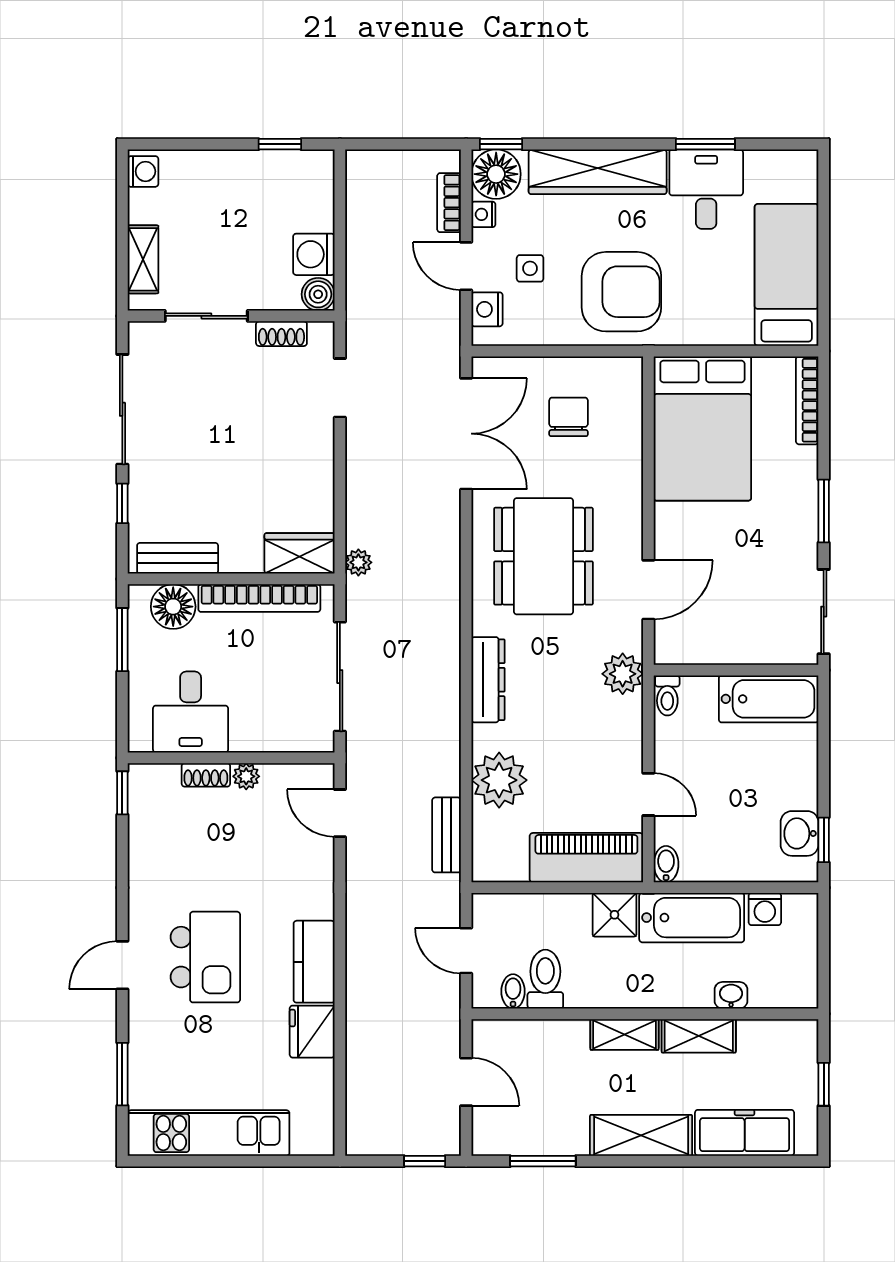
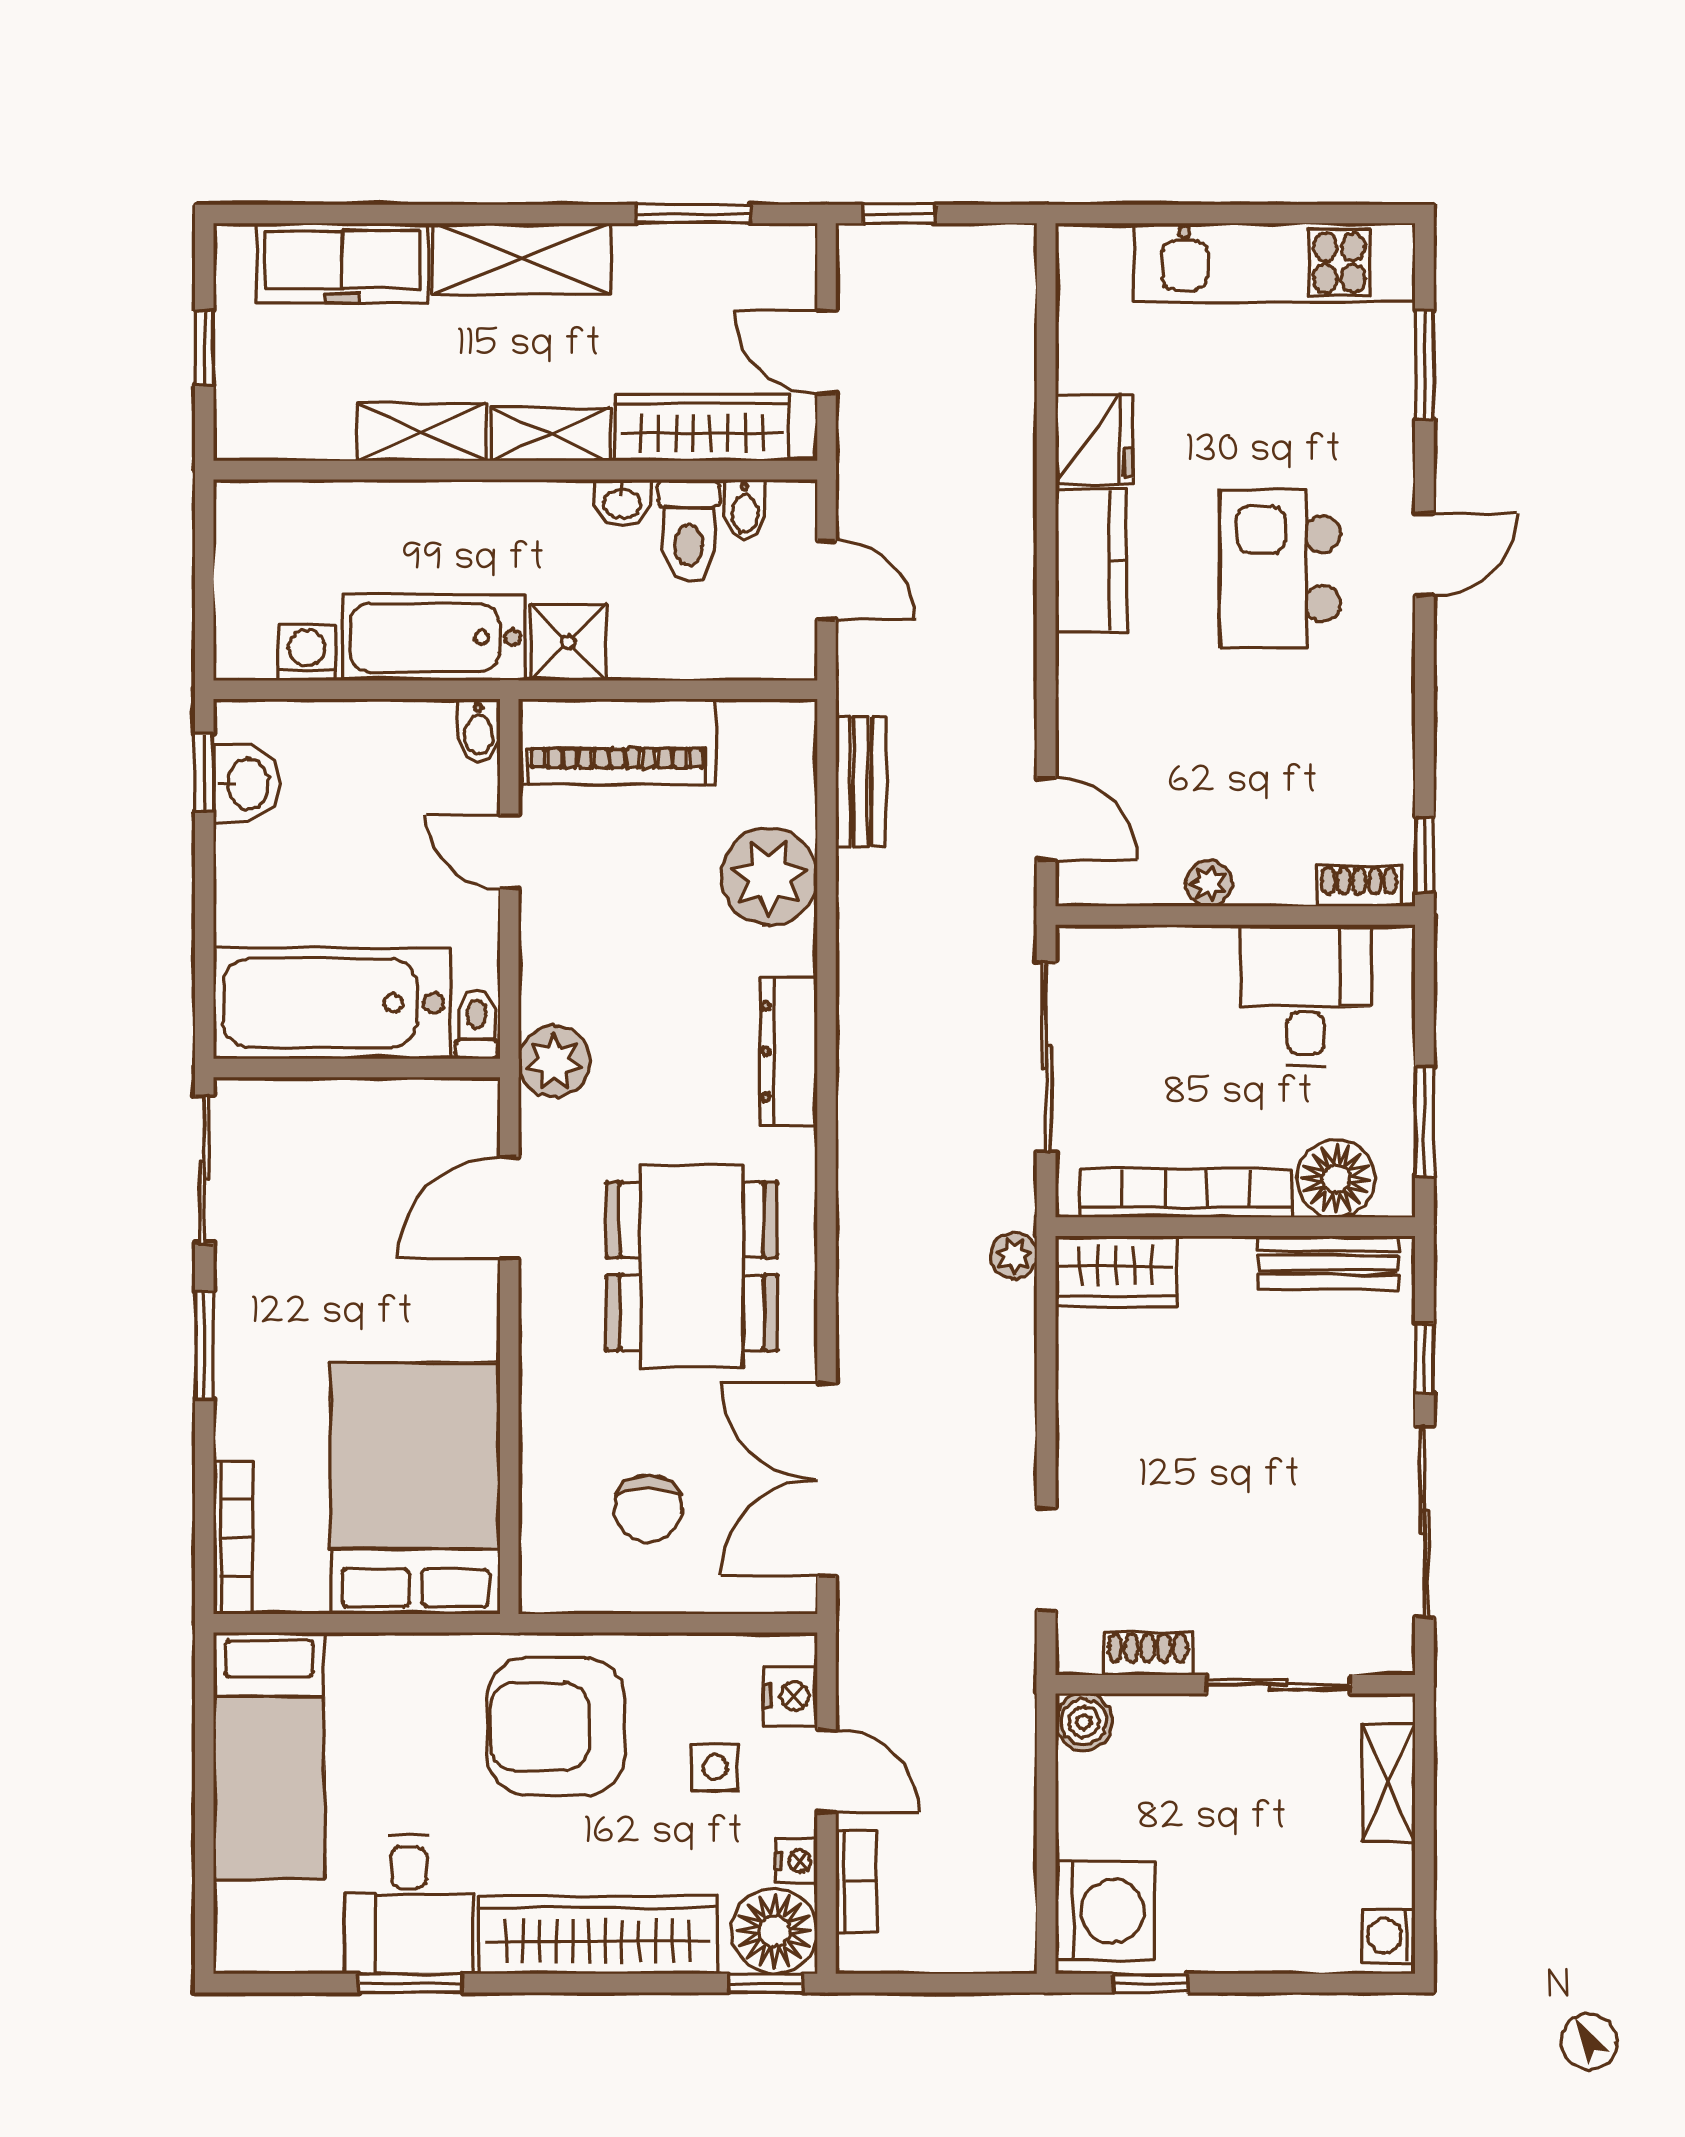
washing machine: (314, 254) -> (1105, 1911), moved, width x1.37, depth x1.37
bathtub: (769, 699) -> (332, 1003), width x1.36, depth x1.36
shoe rack: (206, 775) -> (1359, 886), moved
washbasin: (731, 995) -> (622, 502), moved
wardrobe: (538, 1038) -> (702, 427), added

